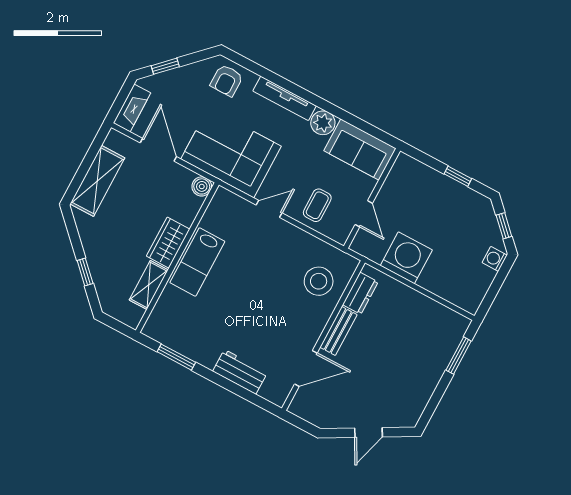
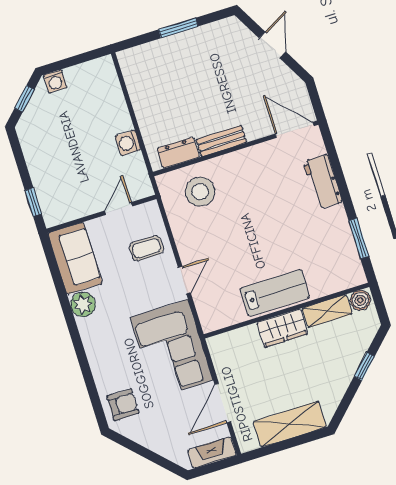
window: (165, 66) -> (158, 459), removed
tv unit: (285, 98) -> (93, 350), removed
window: (458, 176) -> (33, 202), moved
boiler: (202, 186) -> (360, 300), moved
door: (269, 209) -> (184, 280), swing flipped
washing machine: (406, 258) -> (128, 143), width x0.53, depth x0.53
window: (459, 356) -> (178, 28), moved
door: (306, 369) -> (295, 130), moved
door: (369, 433) -> (272, 45), hinge flipped

